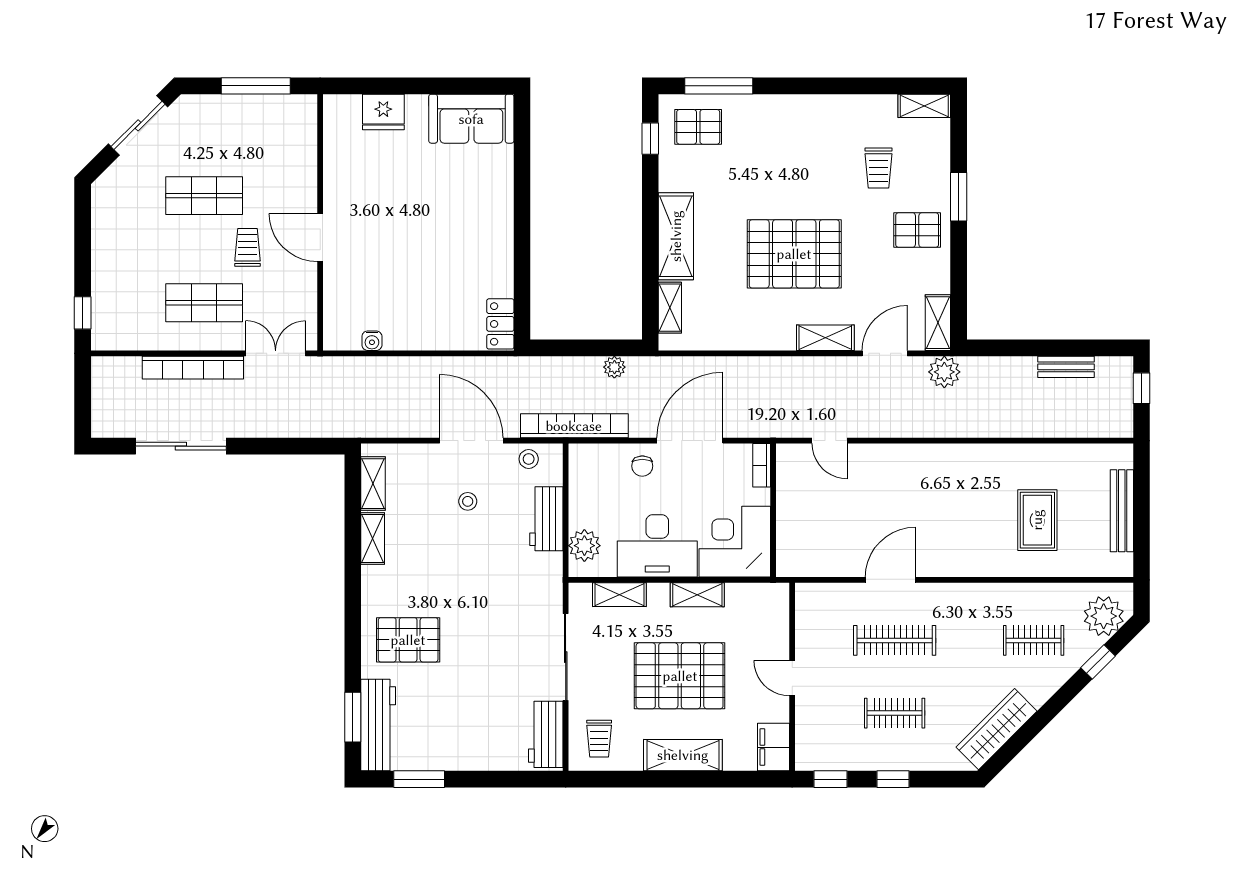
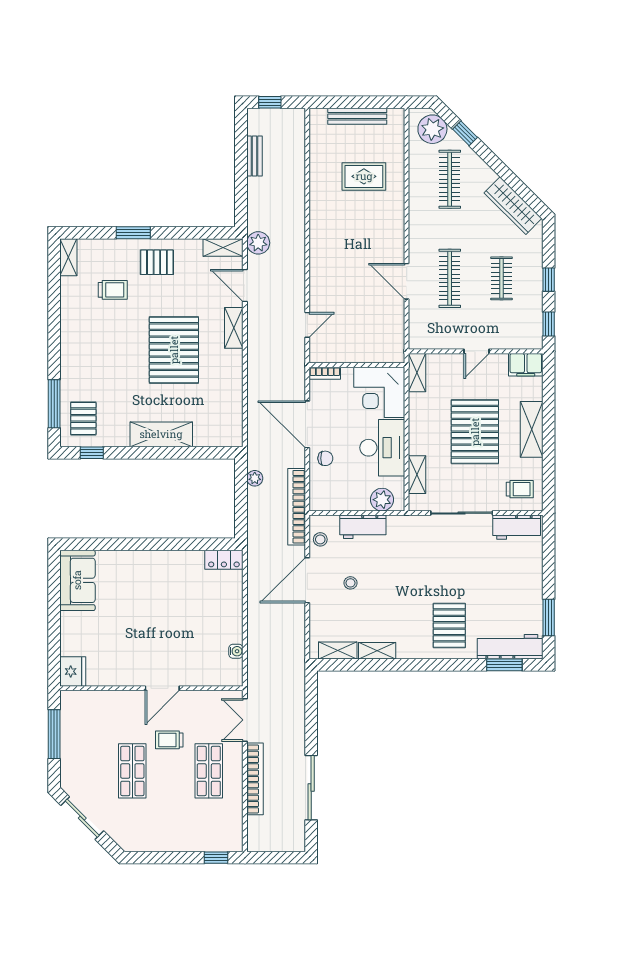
fridge: (383, 112) -> (73, 671), moved
pallet: (917, 230) -> (157, 262), turned 90
shelving: (670, 308) -> (212, 439), removed
shelving: (697, 595) -> (417, 373), moved
clothes rail: (1034, 640) -> (450, 179), width x1.36

